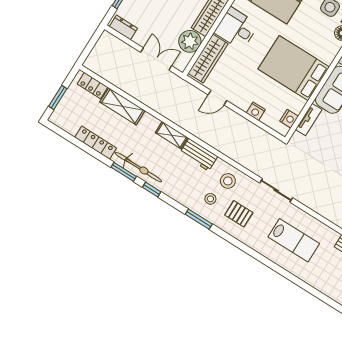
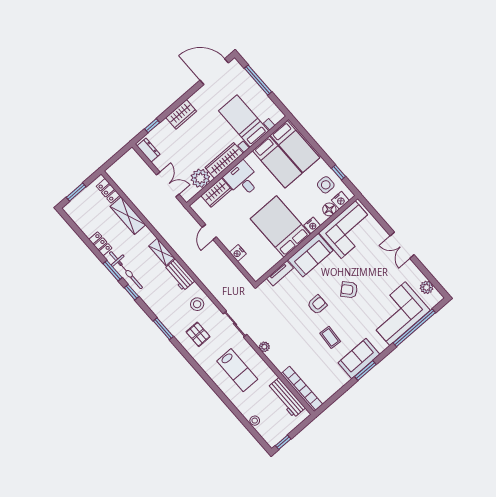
wardrobe: (208, 58) -> (216, 193), width x0.67
door: (217, 98) -> (209, 232), hinge flipped
nightstand: (289, 119) -> (312, 225), moved
locker: (96, 143) -> (100, 244), width x0.66
stool: (210, 199) -> (255, 421), moved
plant: (316, 206) -> (264, 347), added

